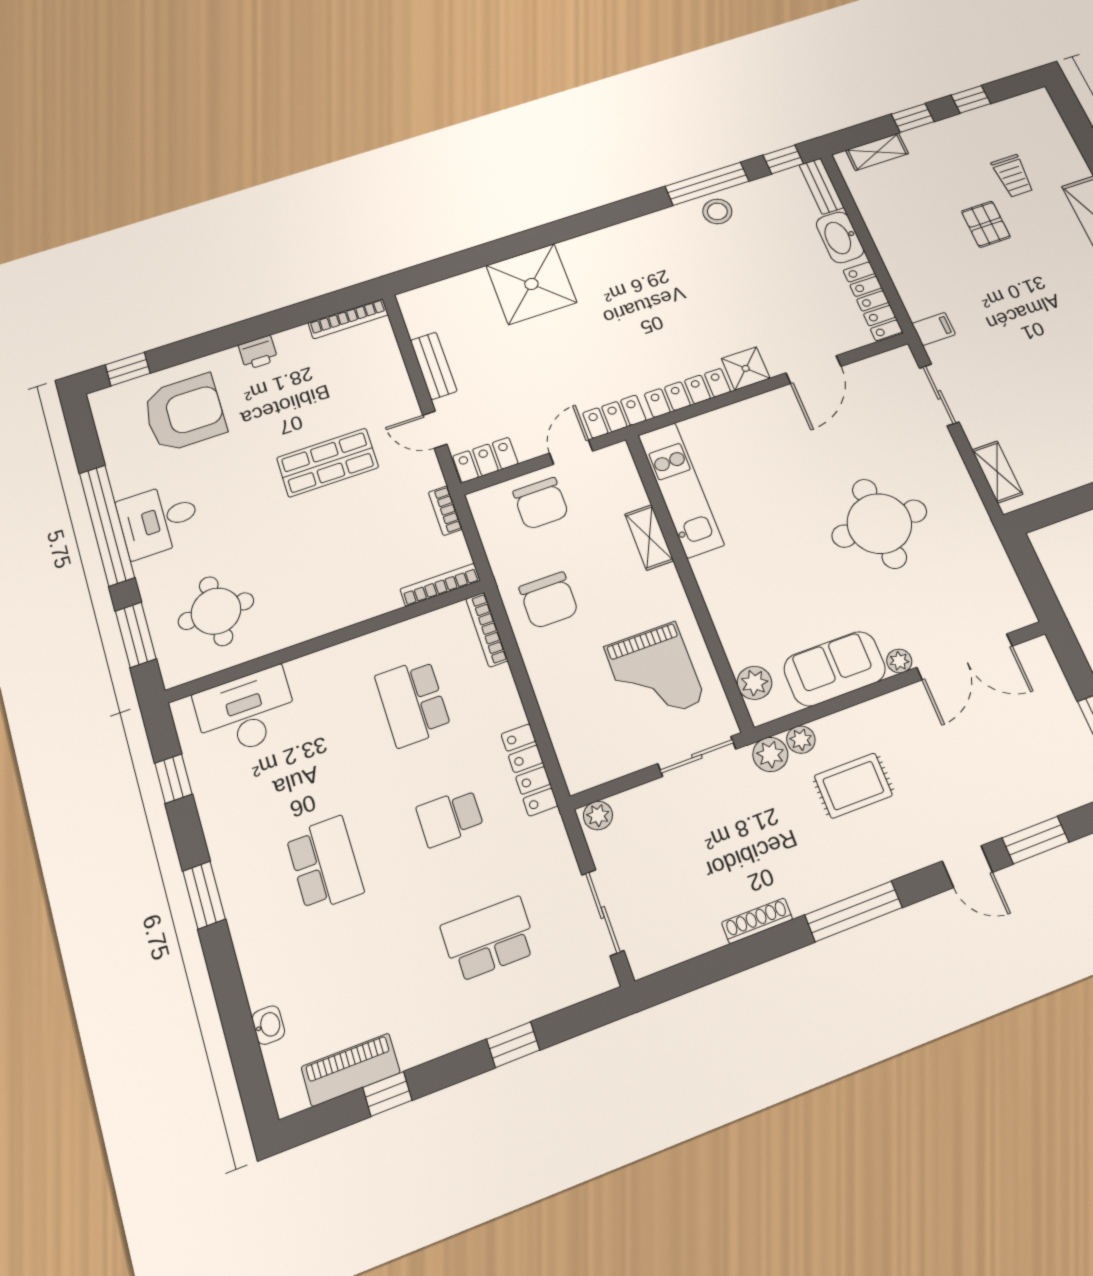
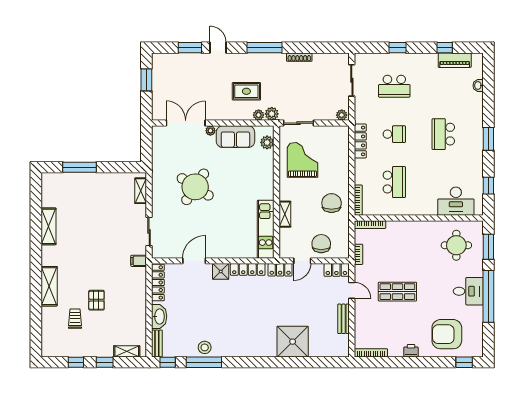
round table: (879, 524) -> (195, 187), turned 33

